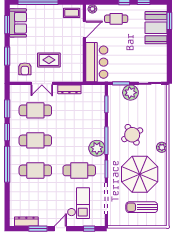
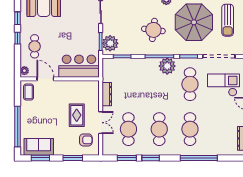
plant: (130, 93) -> (110, 43), moved
round table: (132, 135) -> (153, 30), turned 36
window: (7, 164) -> (199, 158), moved

